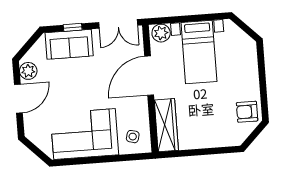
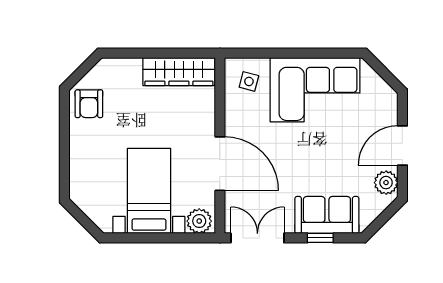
door: (149, 76) -> (220, 164), hinge flipped
armchair: (247, 112) -> (89, 104), turned 90
wardrobe: (166, 125) -> (179, 72), moved, turned -90

